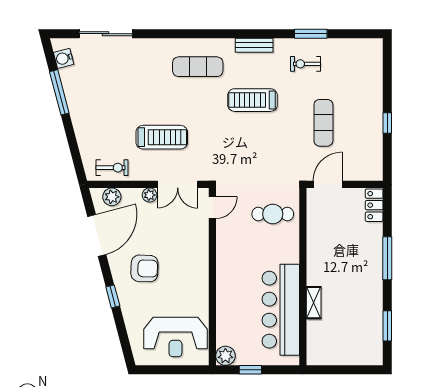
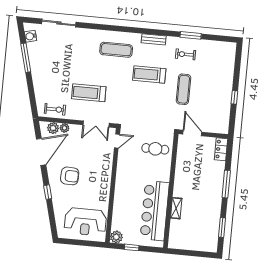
exercise mat: (323, 123) -> (183, 89), moved
treadmill: (162, 137) -> (89, 93), turned 180
door: (328, 184) -> (192, 133), hinge flipped
plant: (150, 195) -> (65, 128), moved

